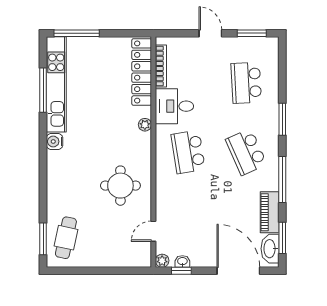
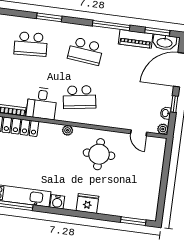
window: (282, 119) -> (49, 17), moved
plant: (145, 125) -> (68, 130), moved
school desk: (246, 152) -> (86, 51), turned 30
fridge: (57, 179) -> (87, 203), added
cafe table: (66, 238) -> (135, 203), removed
window: (181, 271) -> (174, 104), moved

